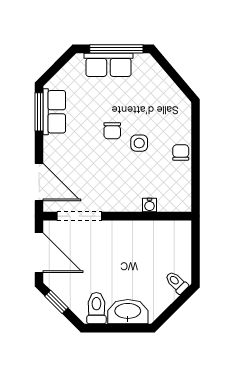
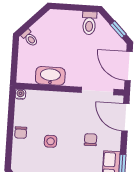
chair: (112, 131) -> (91, 140), moved
water cooler: (150, 205) -> (20, 94), moved
washbasin: (128, 312) -> (50, 76), moved, turned 180

